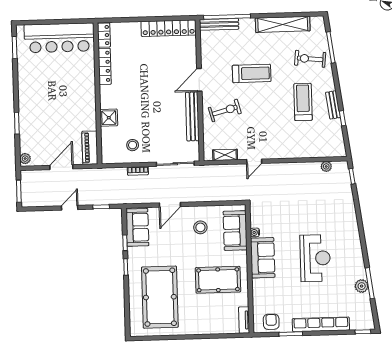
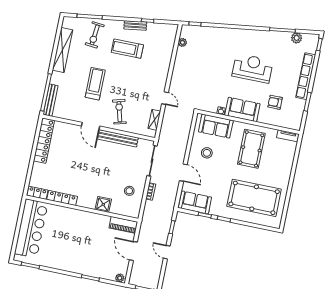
plant: (362, 286) -> (297, 38), moved
armchair: (271, 322) -> (275, 102), moved

